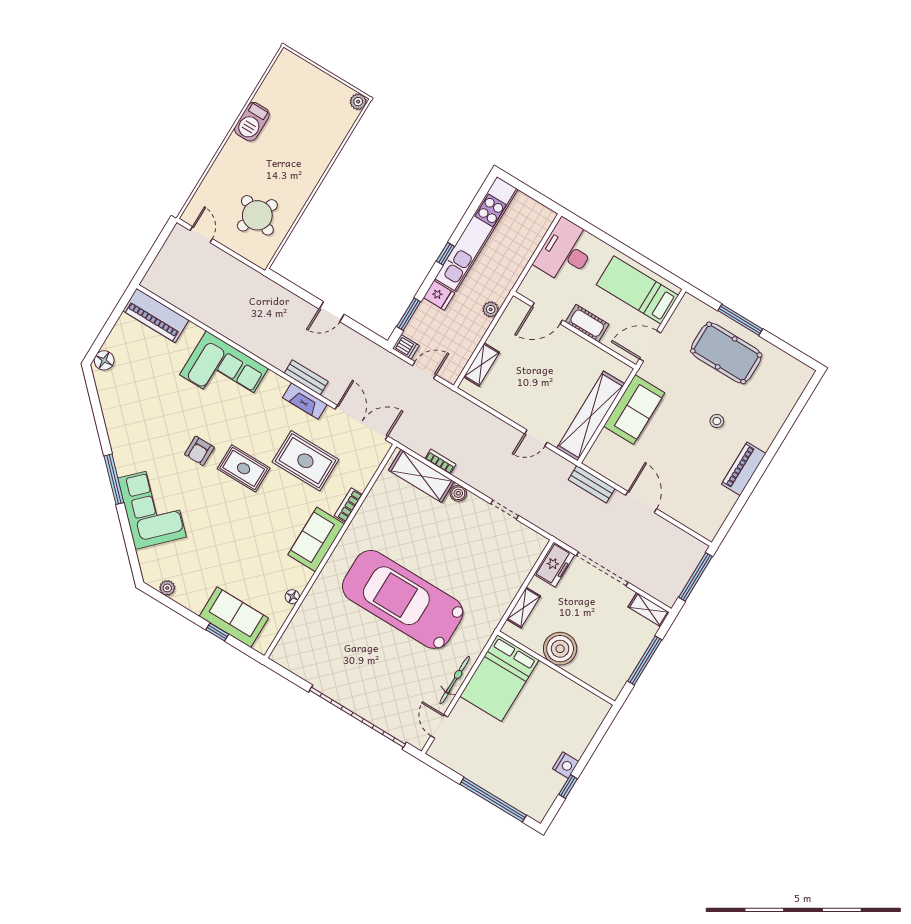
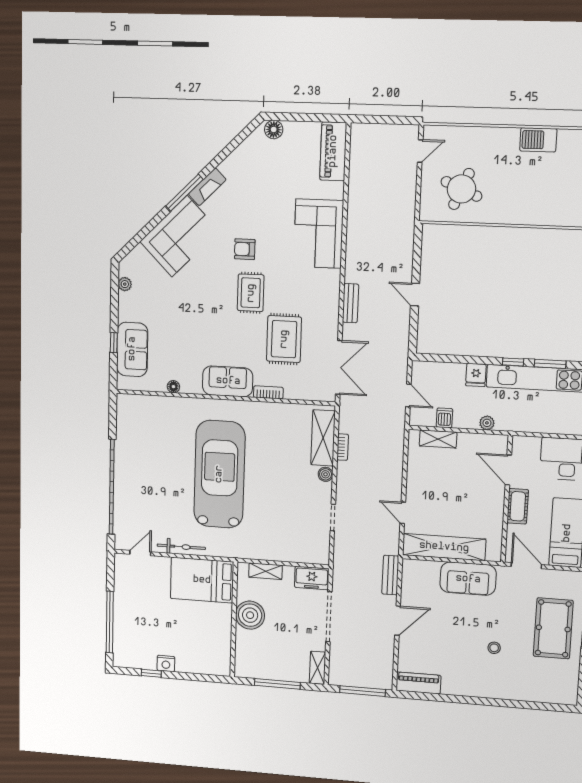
window: (409, 314) -> (550, 364), moved
dishwasher: (406, 347) -> (444, 418), moved, turned 180
fireplace: (305, 401) -> (207, 187), moved, turned -135
piano: (744, 469) -> (418, 683), moved

